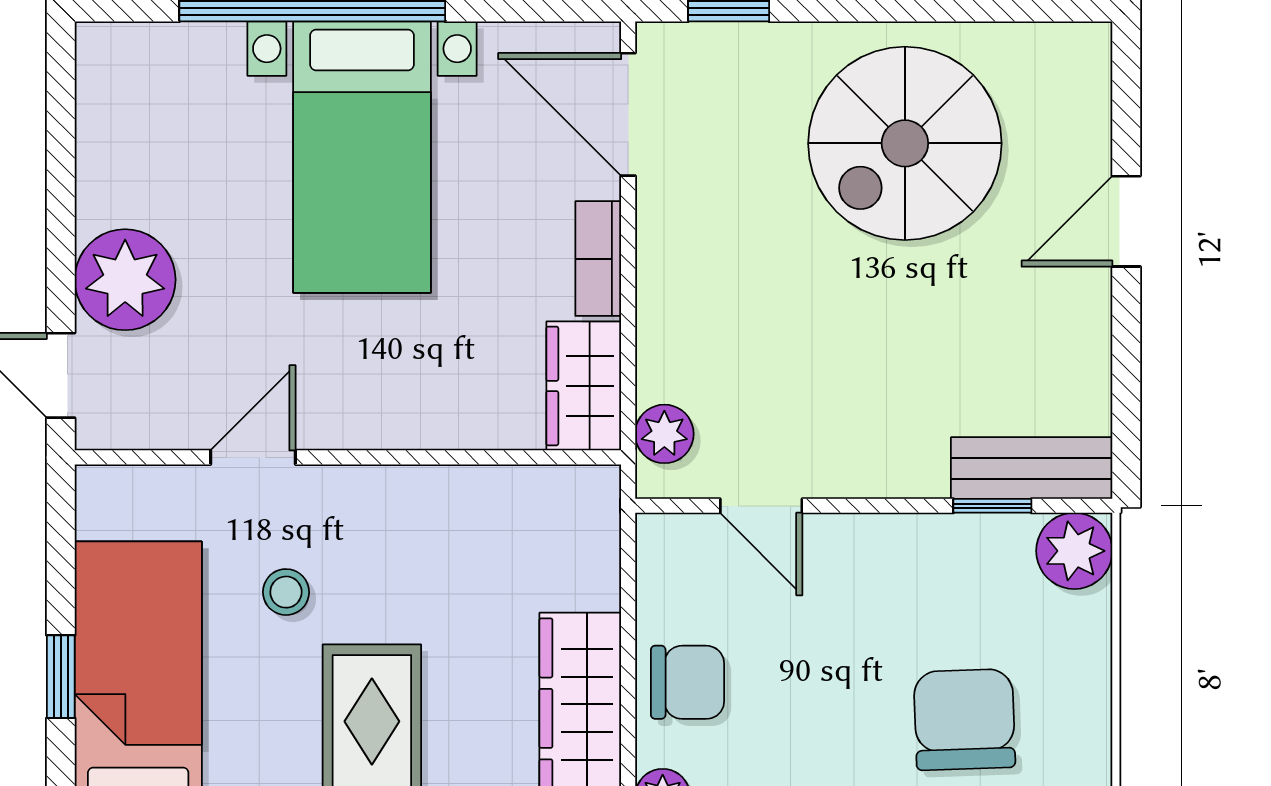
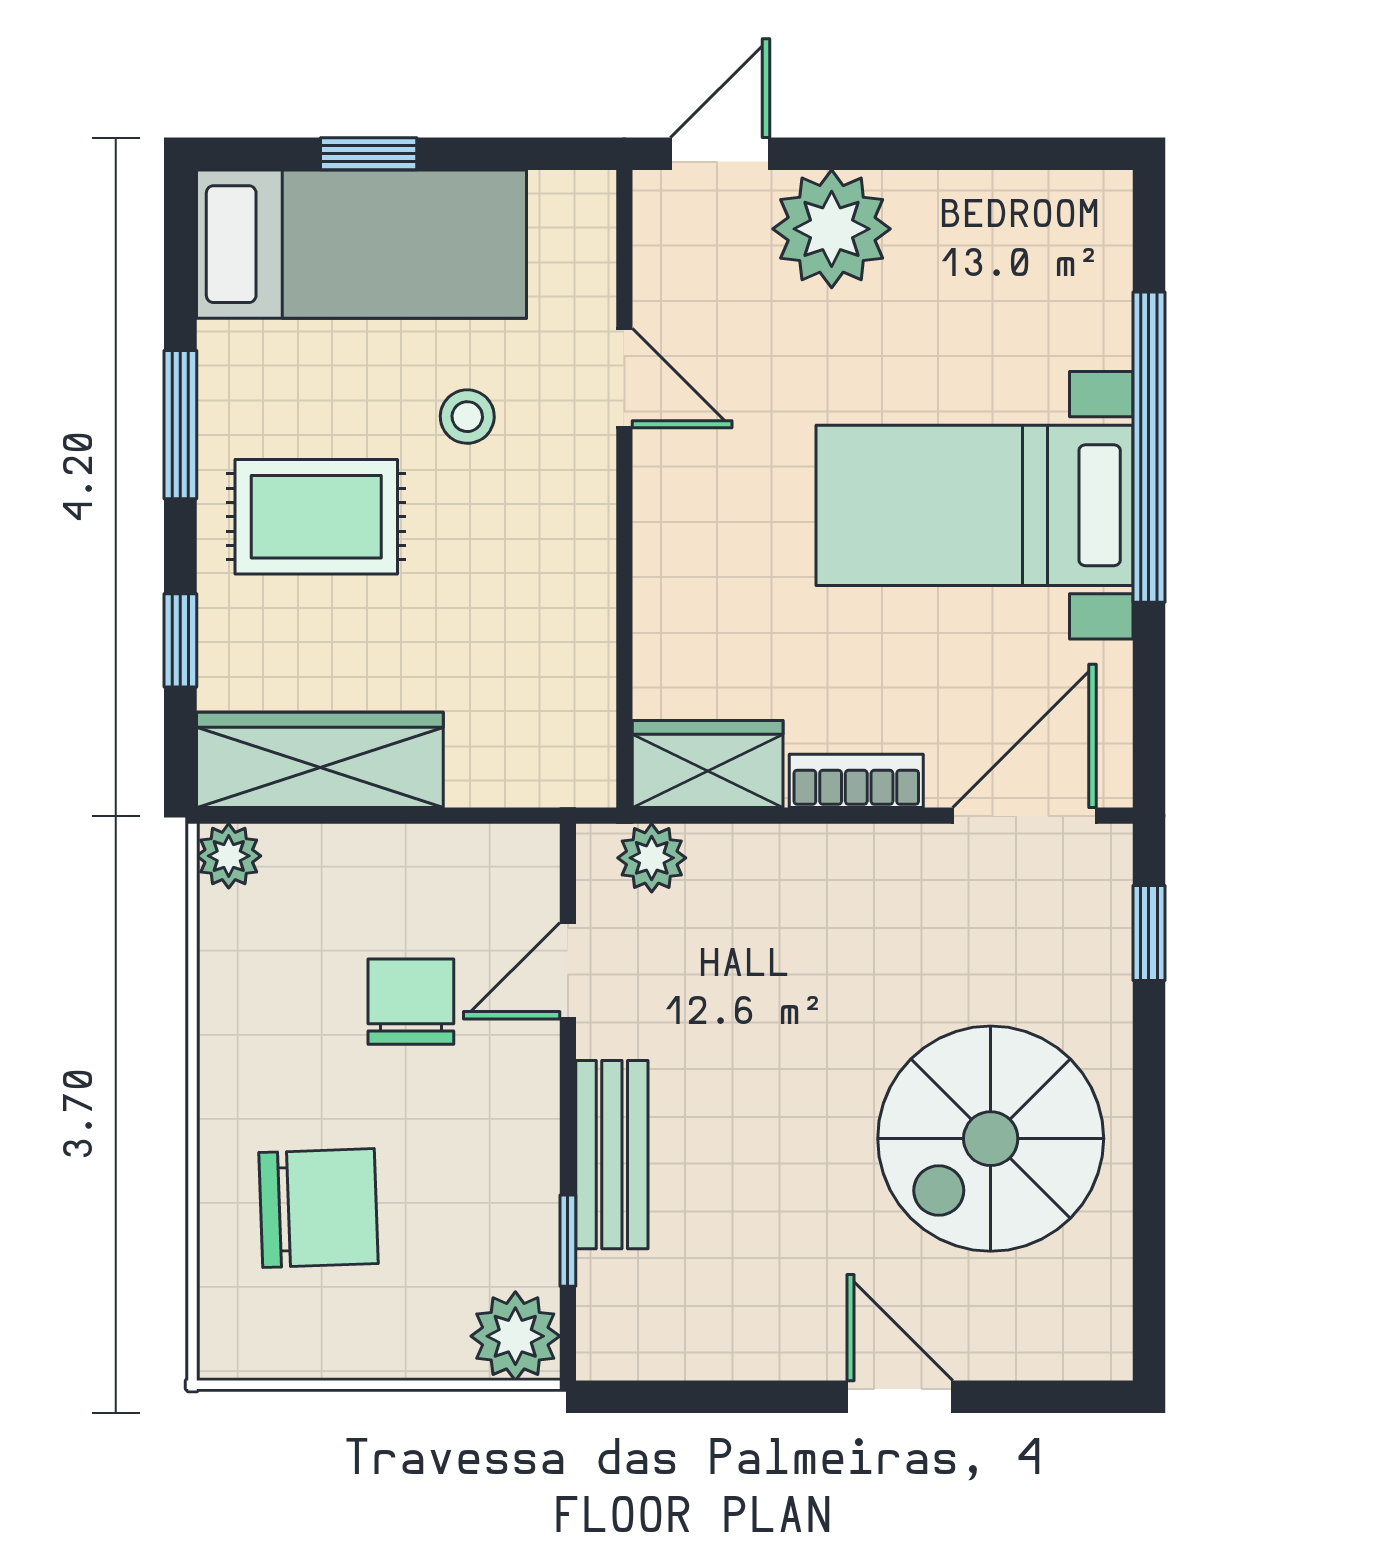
spiral stairs: (905, 143) -> (991, 1139), turned -90
bench: (1032, 468) -> (612, 1155), moved
chair: (688, 682) -> (411, 1002), moved, turned 180

